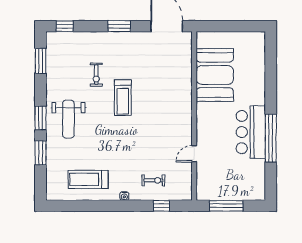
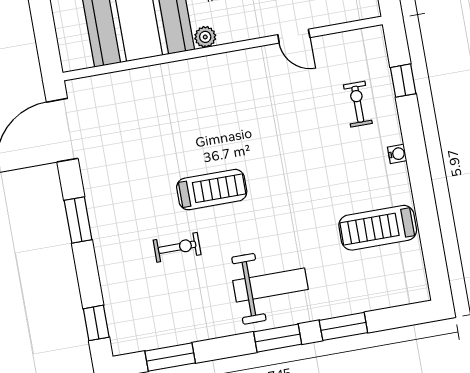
plant: (202, 108) -> (205, 37), added
treadmill: (88, 179) -> (378, 228), turned 90

